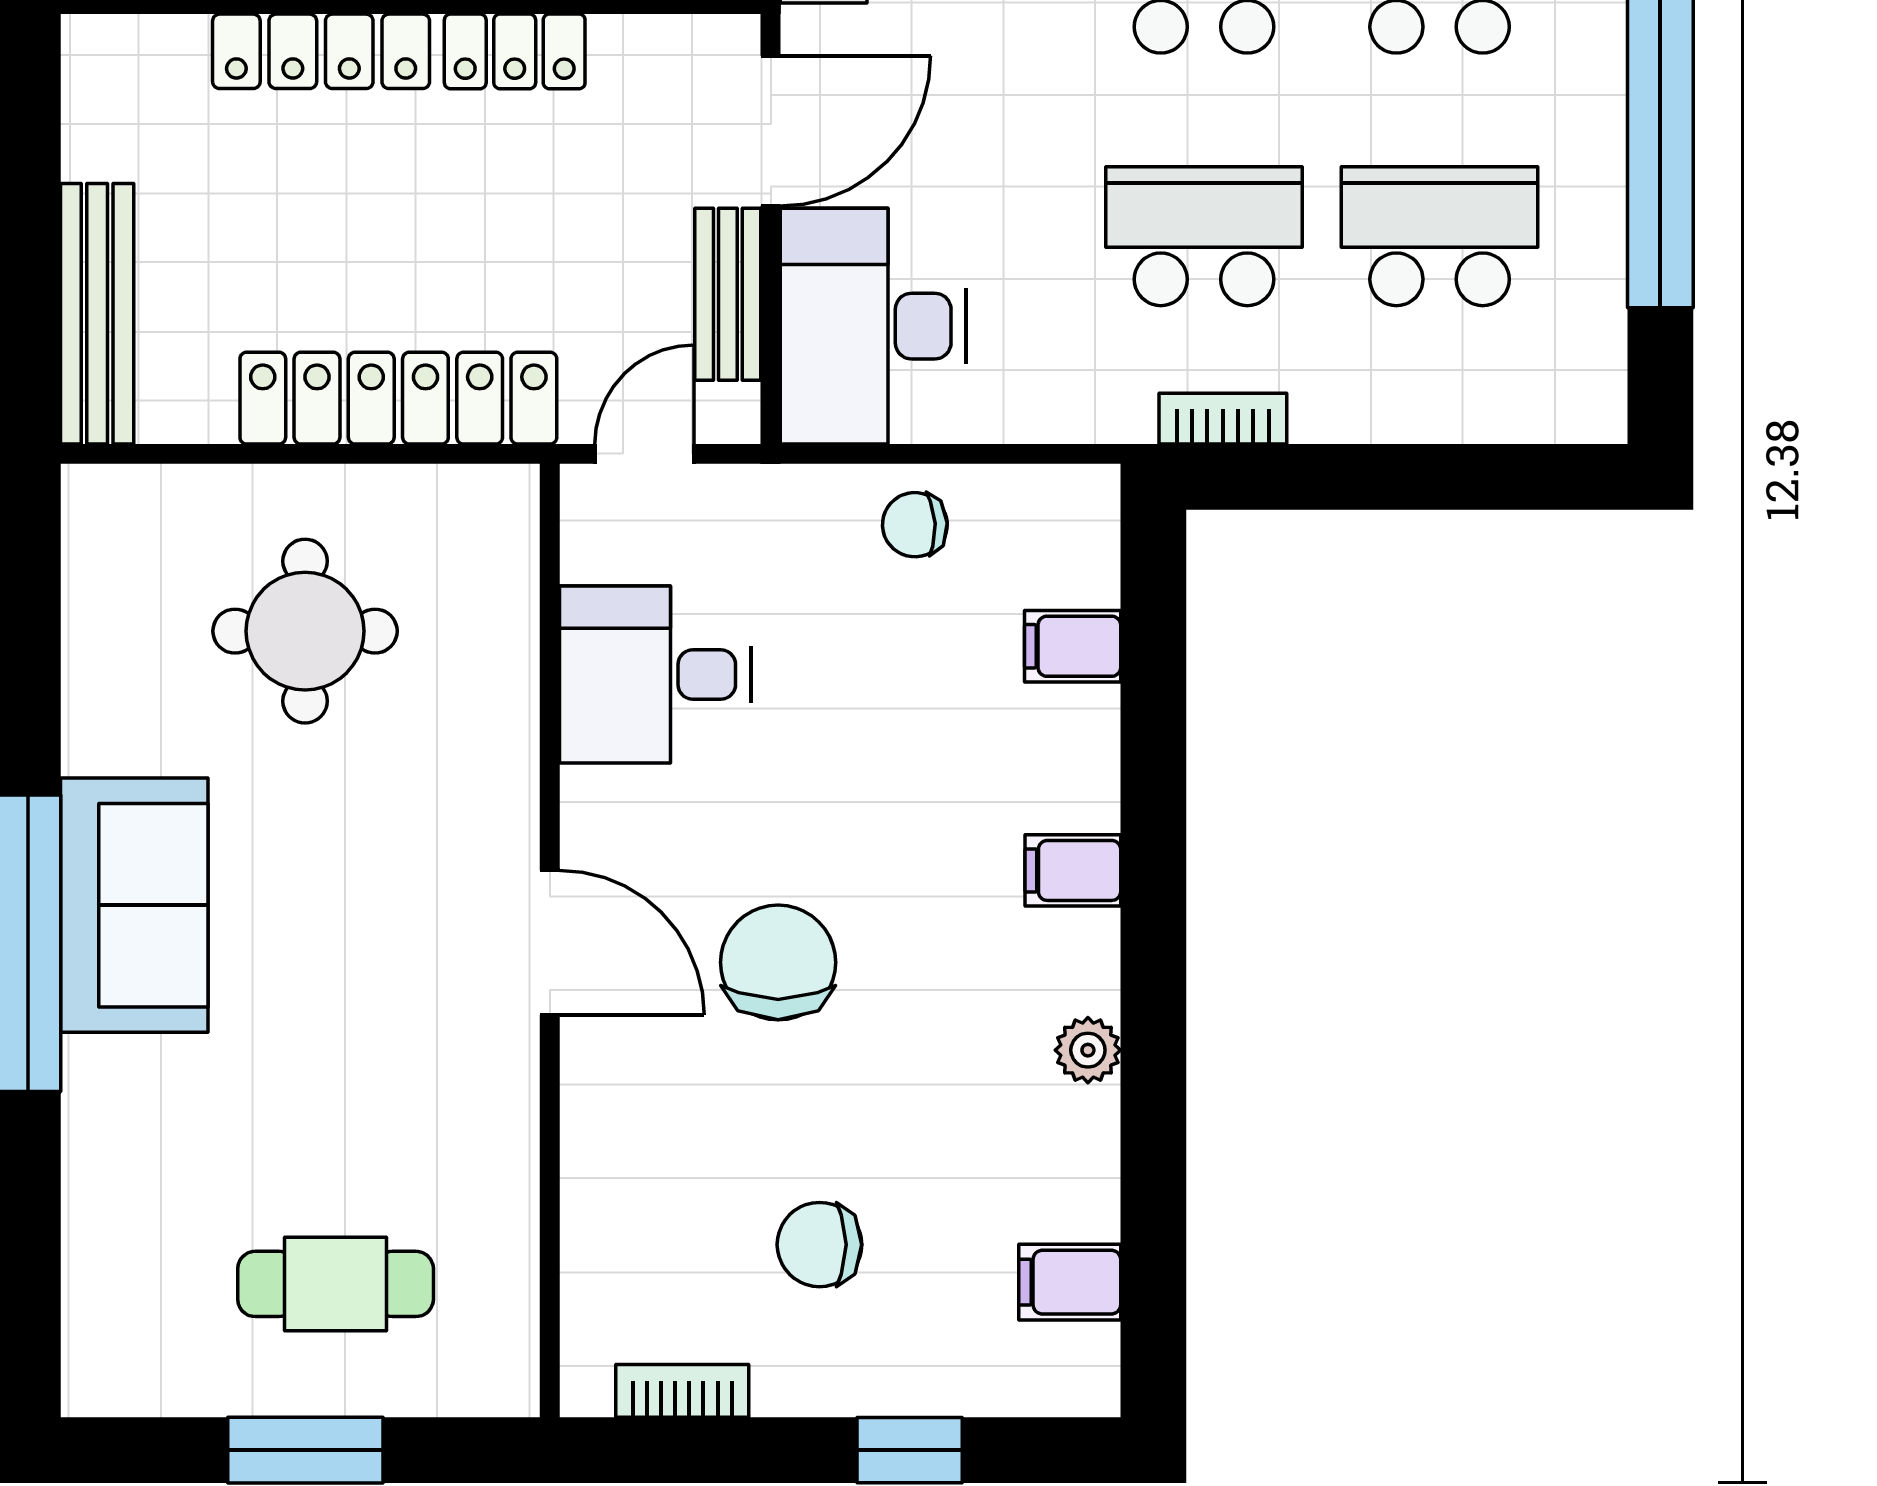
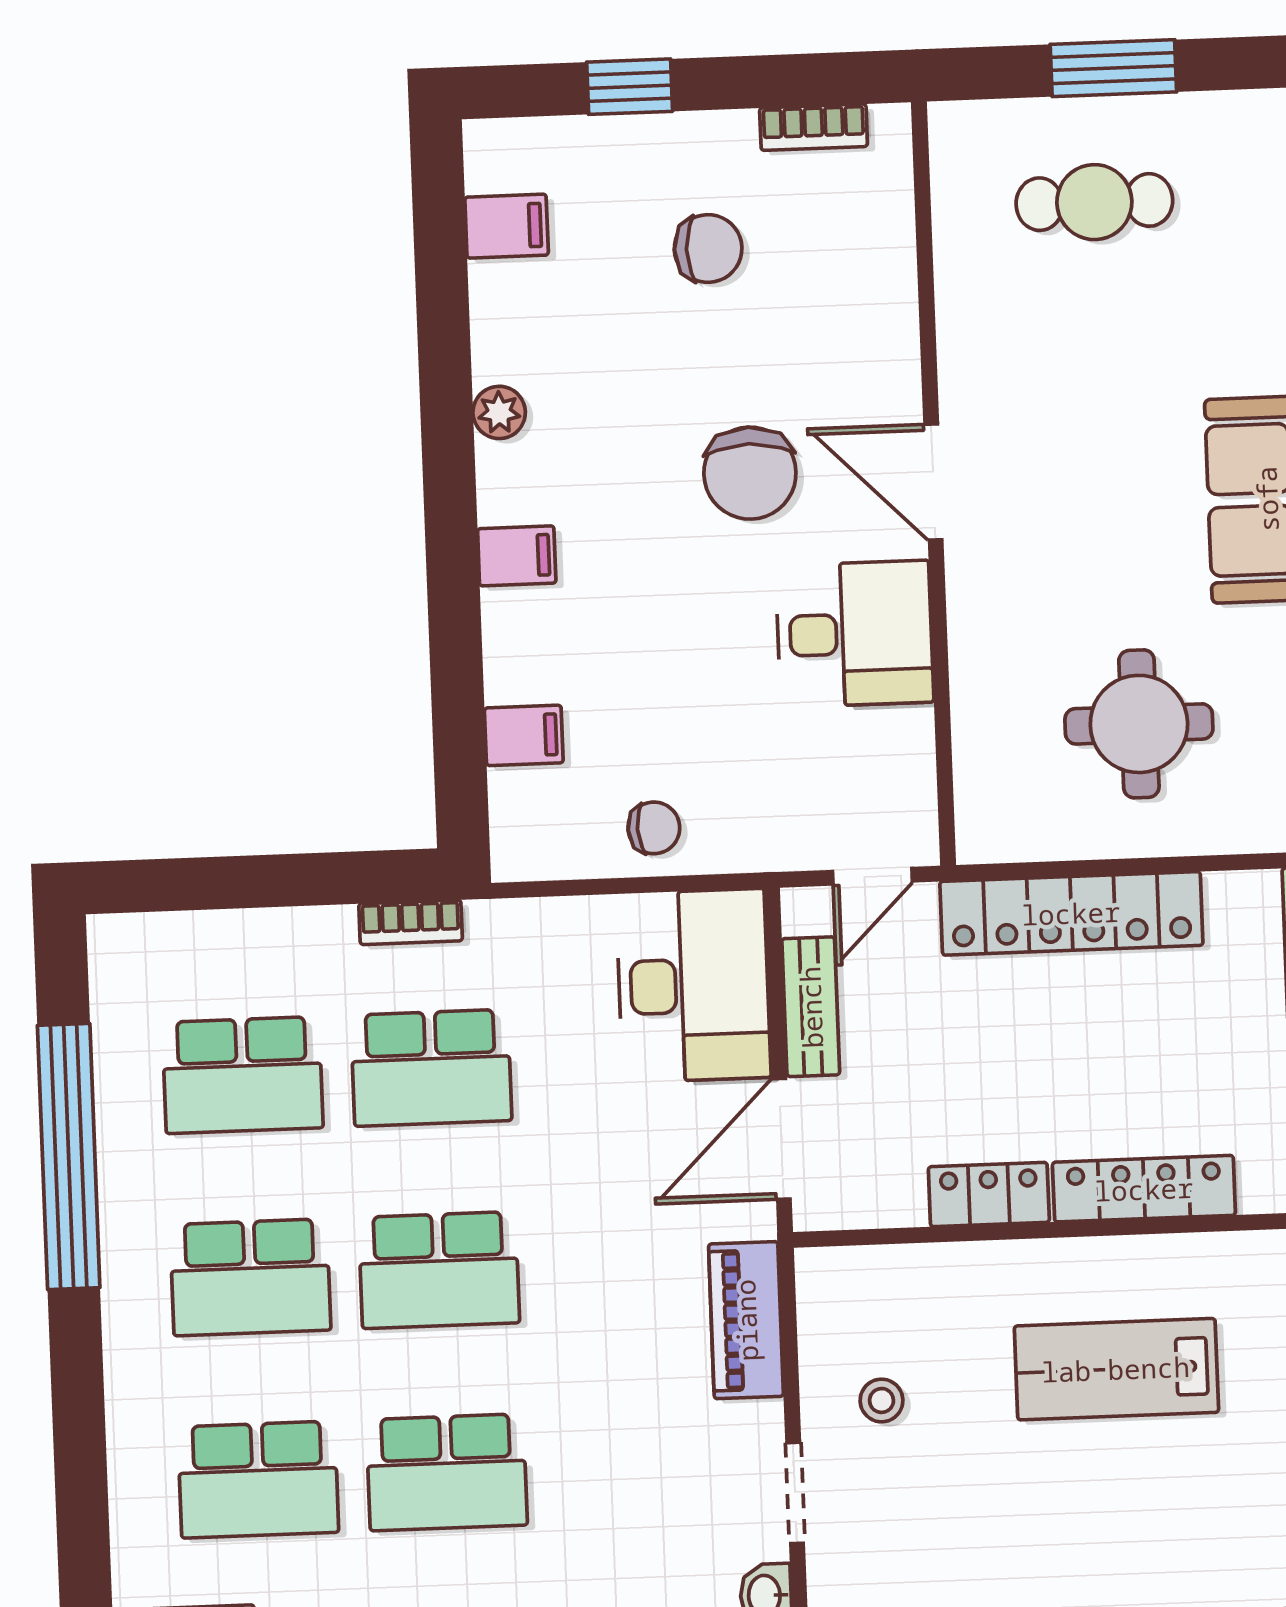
desk: (655, 675) -> (855, 634), moved

